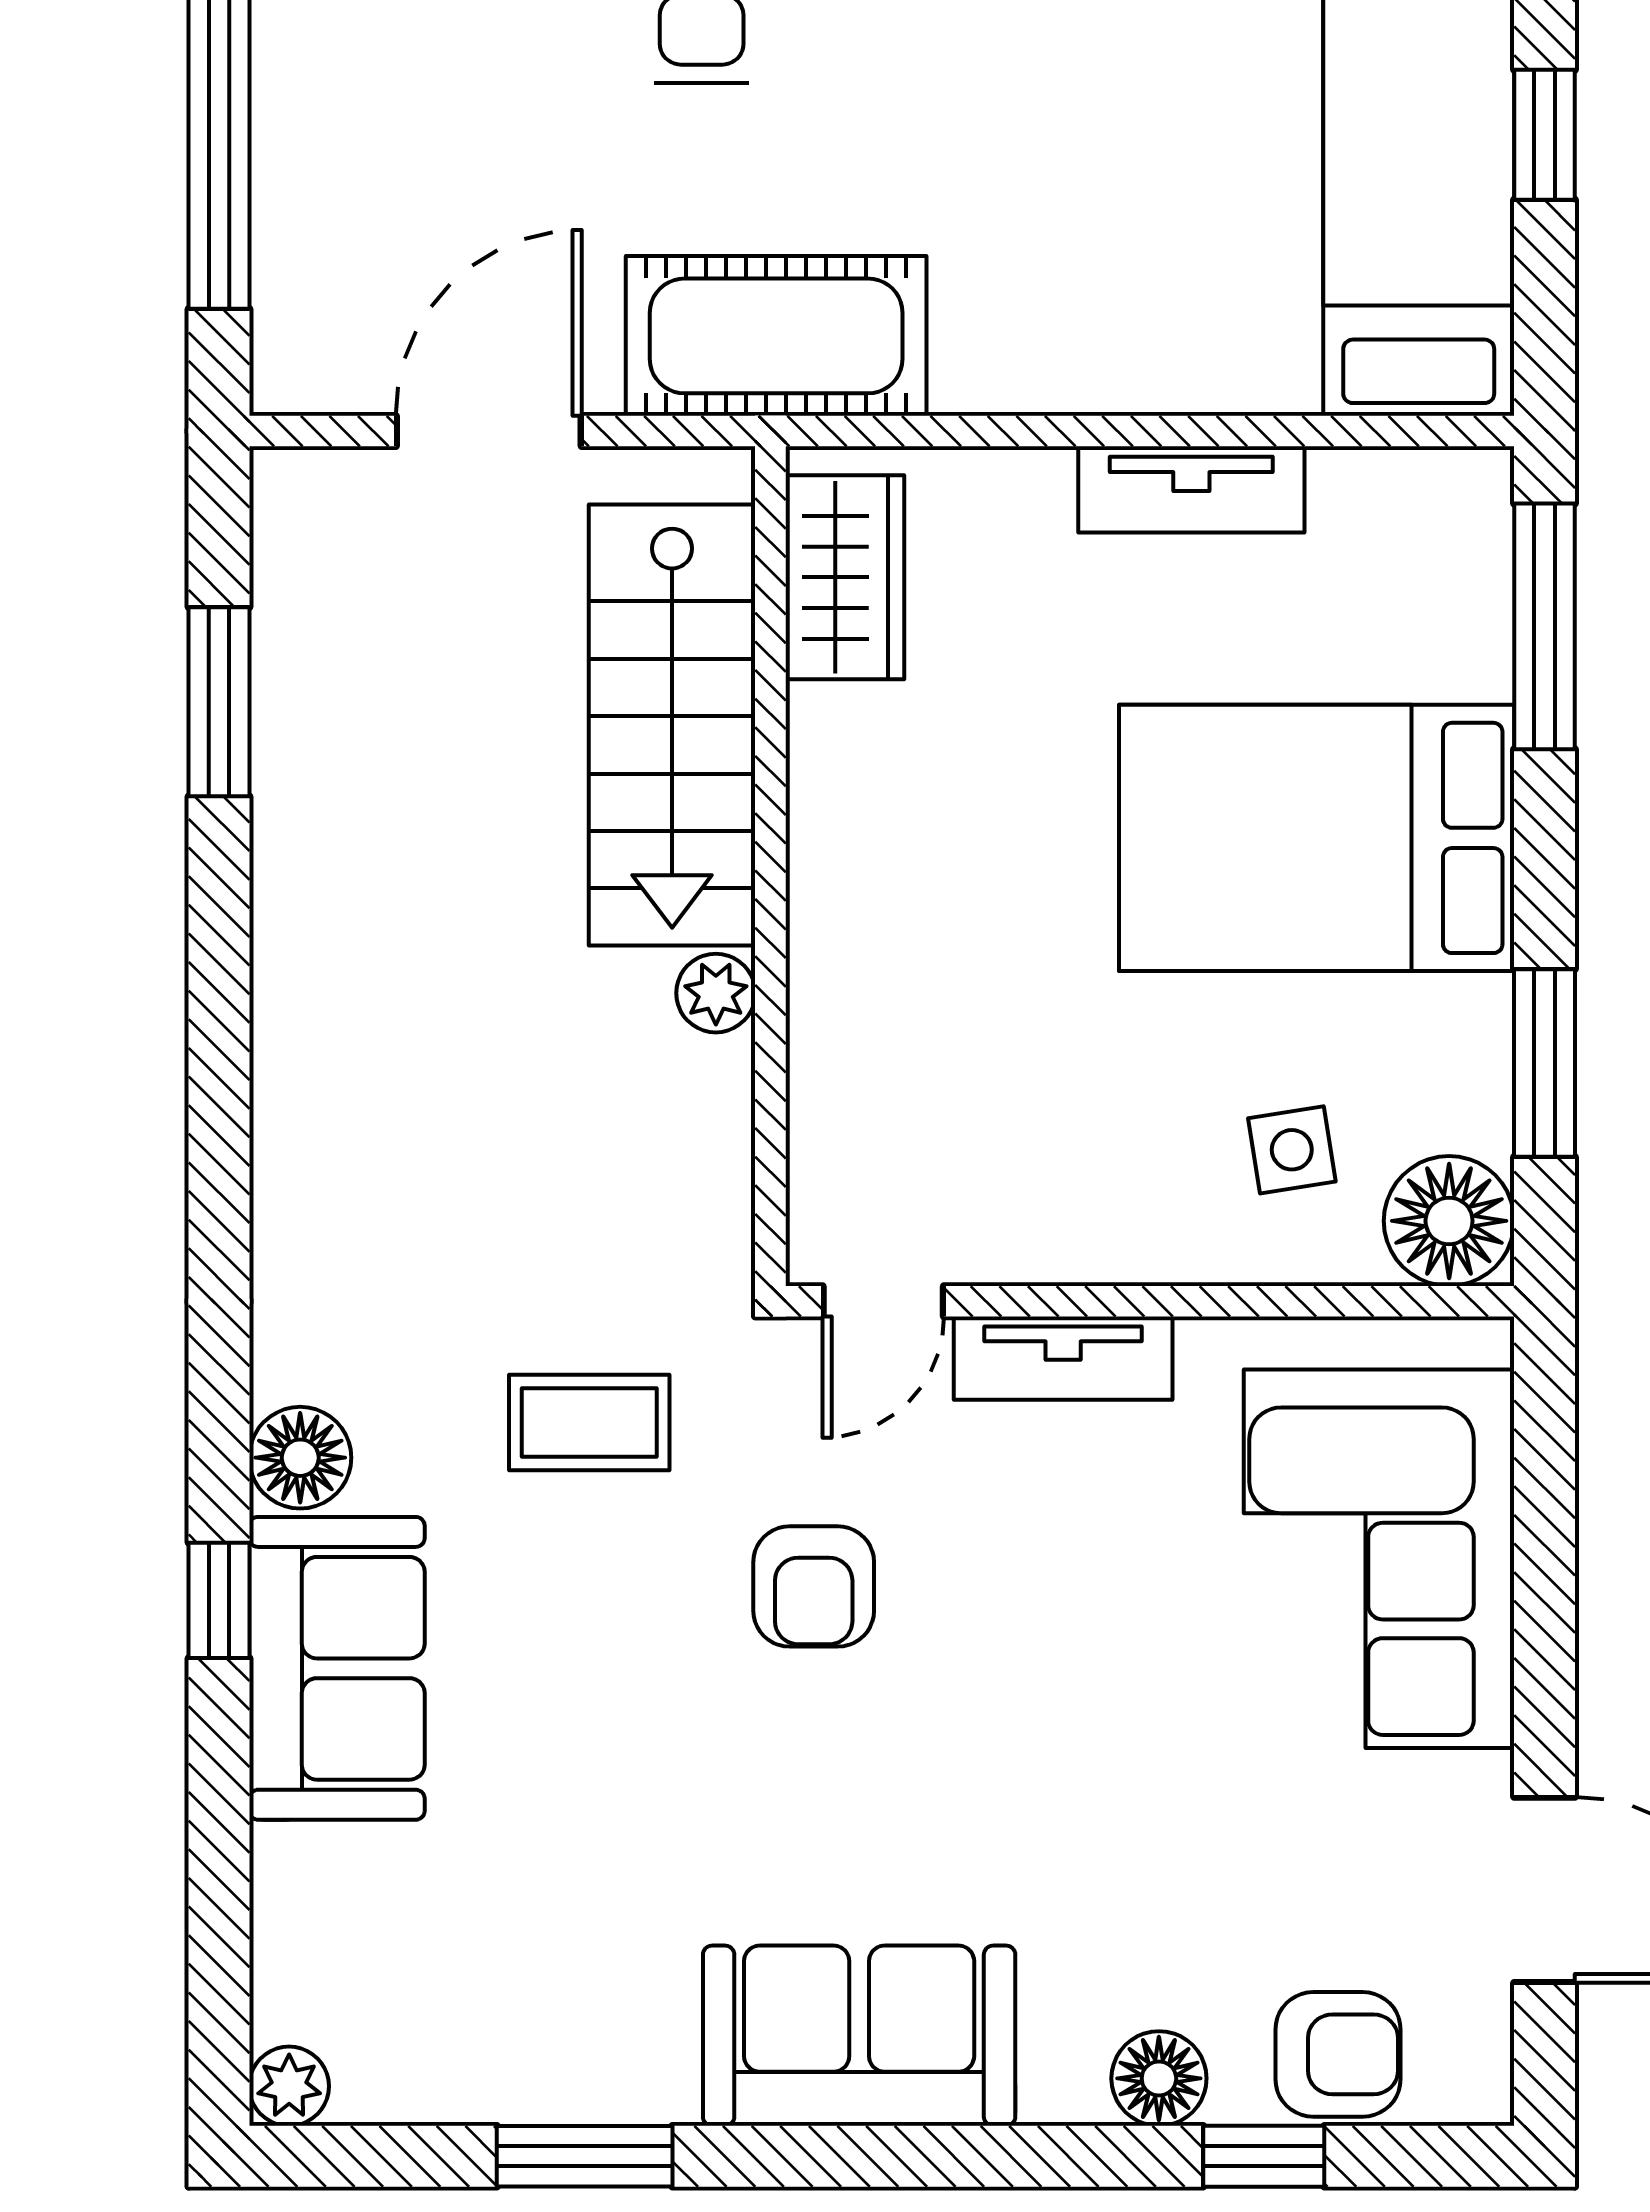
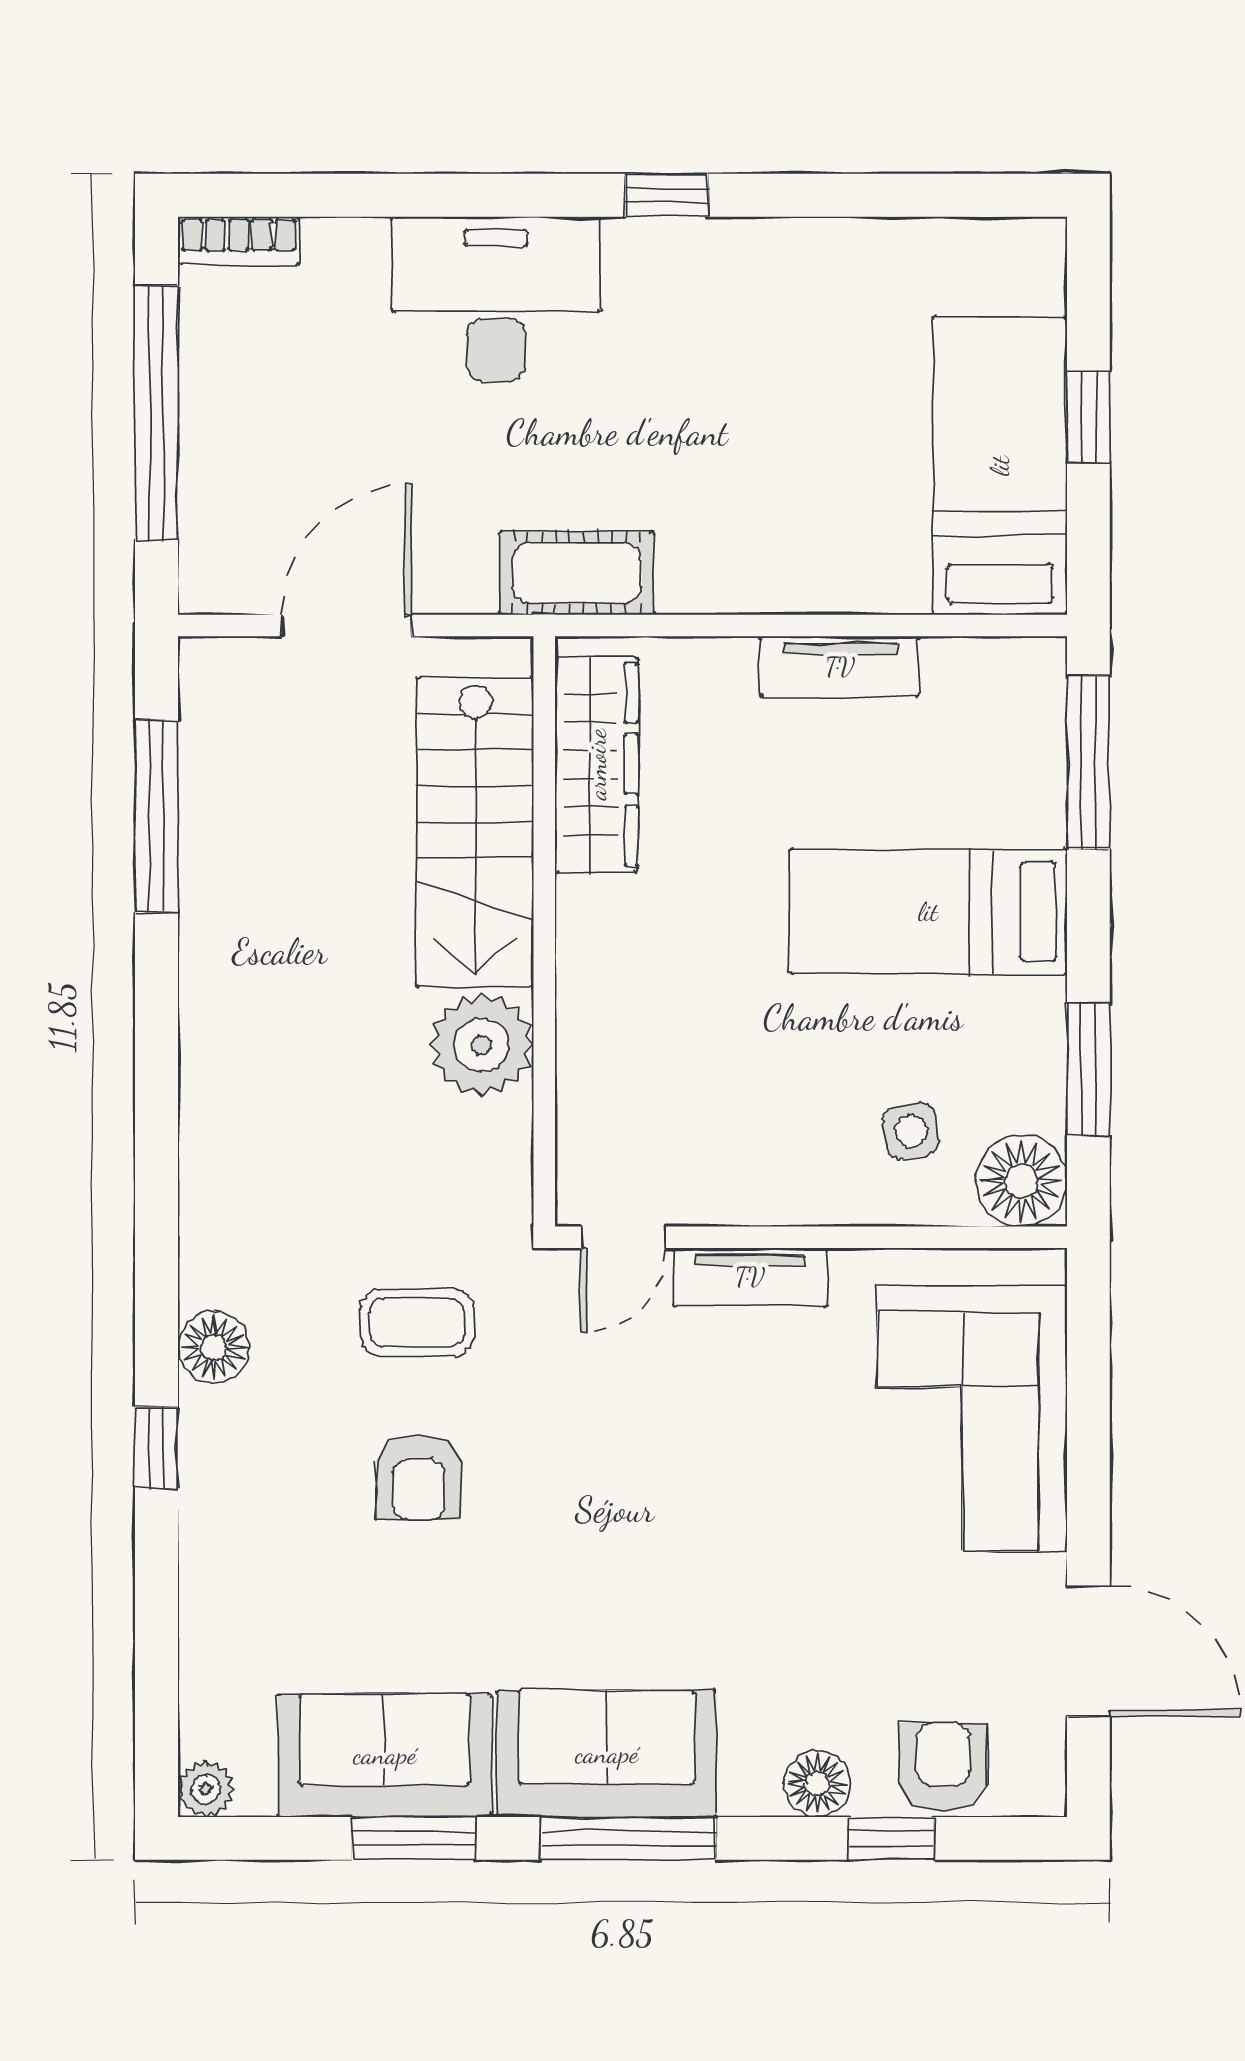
cot: (776, 336) -> (577, 573), width x0.73, depth x0.75
wardrobe: (845, 577) -> (597, 764), width x1.50
window: (219, 702) -> (156, 816), width x1.44
bed: (1317, 838) -> (928, 912), width x0.67
plant: (716, 993) -> (482, 1045), width x1.88, depth x1.88
armchair: (814, 1586) -> (419, 1477), moved
sofa: (337, 1668) -> (385, 1755), moved, turned -90
armchair: (1338, 2054) -> (943, 1767), turned -90
window: (890, 2156) -> (629, 1838), added

